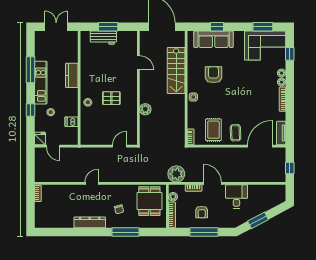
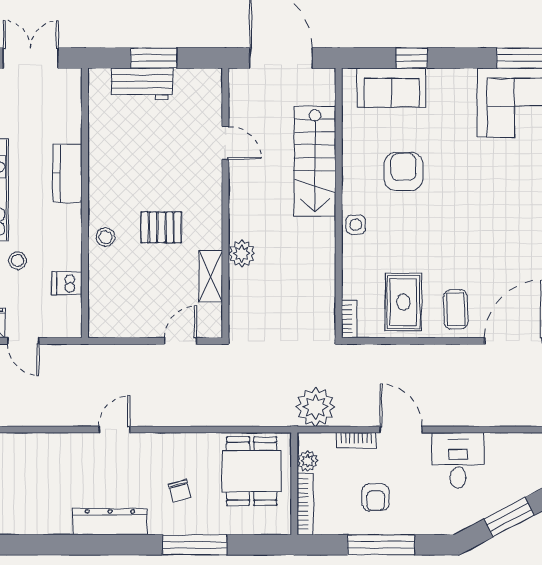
sofa: (214, 39) -> (391, 88), width x0.73
shelving: (132, 119) -> (211, 276), added

